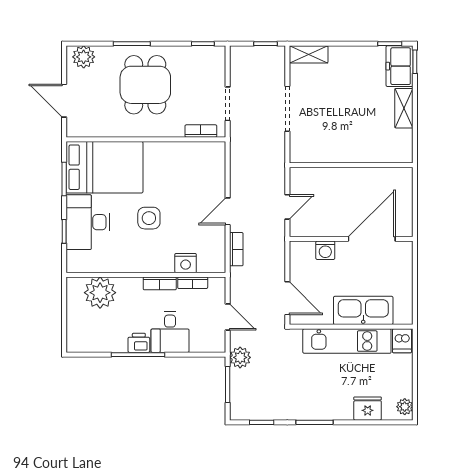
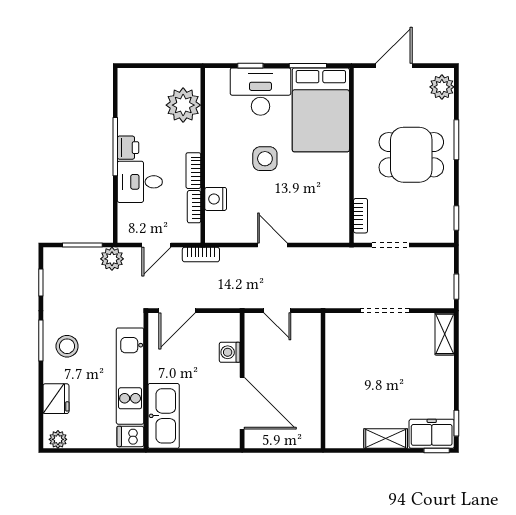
bookcase: (236, 249) -> (201, 255), moved
kitchen sink: (363, 310) -> (164, 416), moved
stool: (320, 398) -> (67, 346), added

